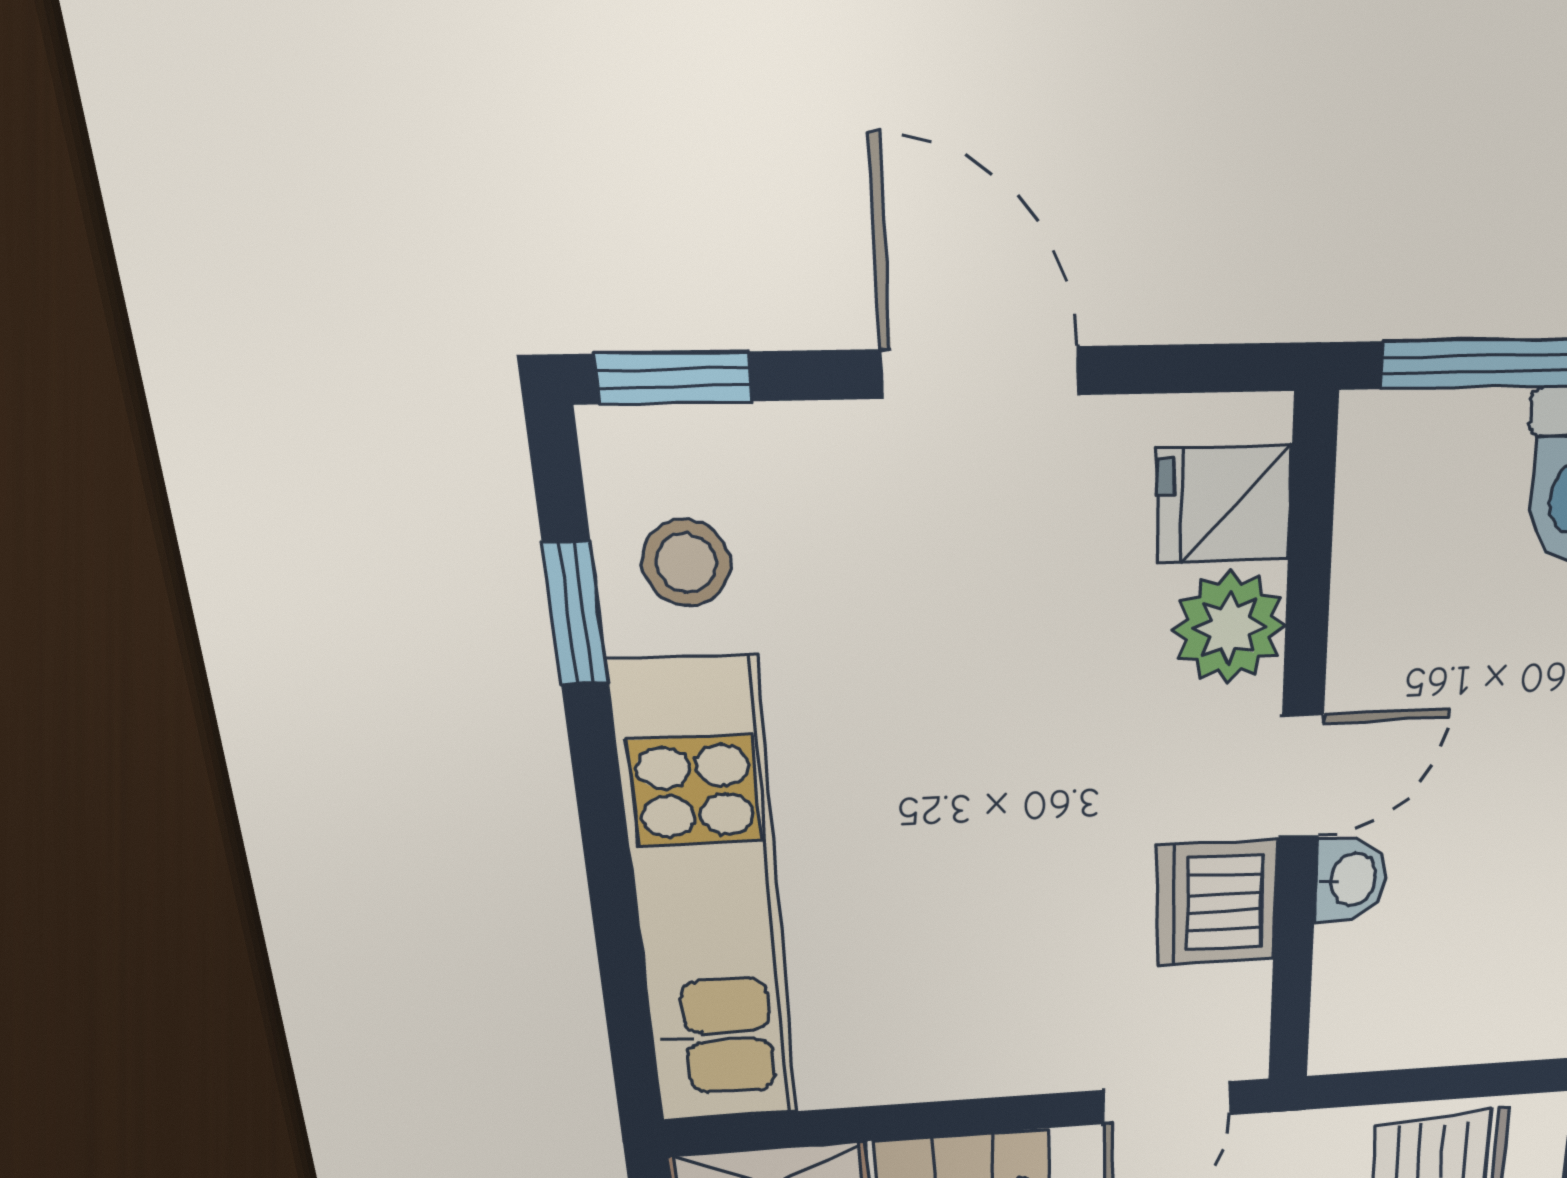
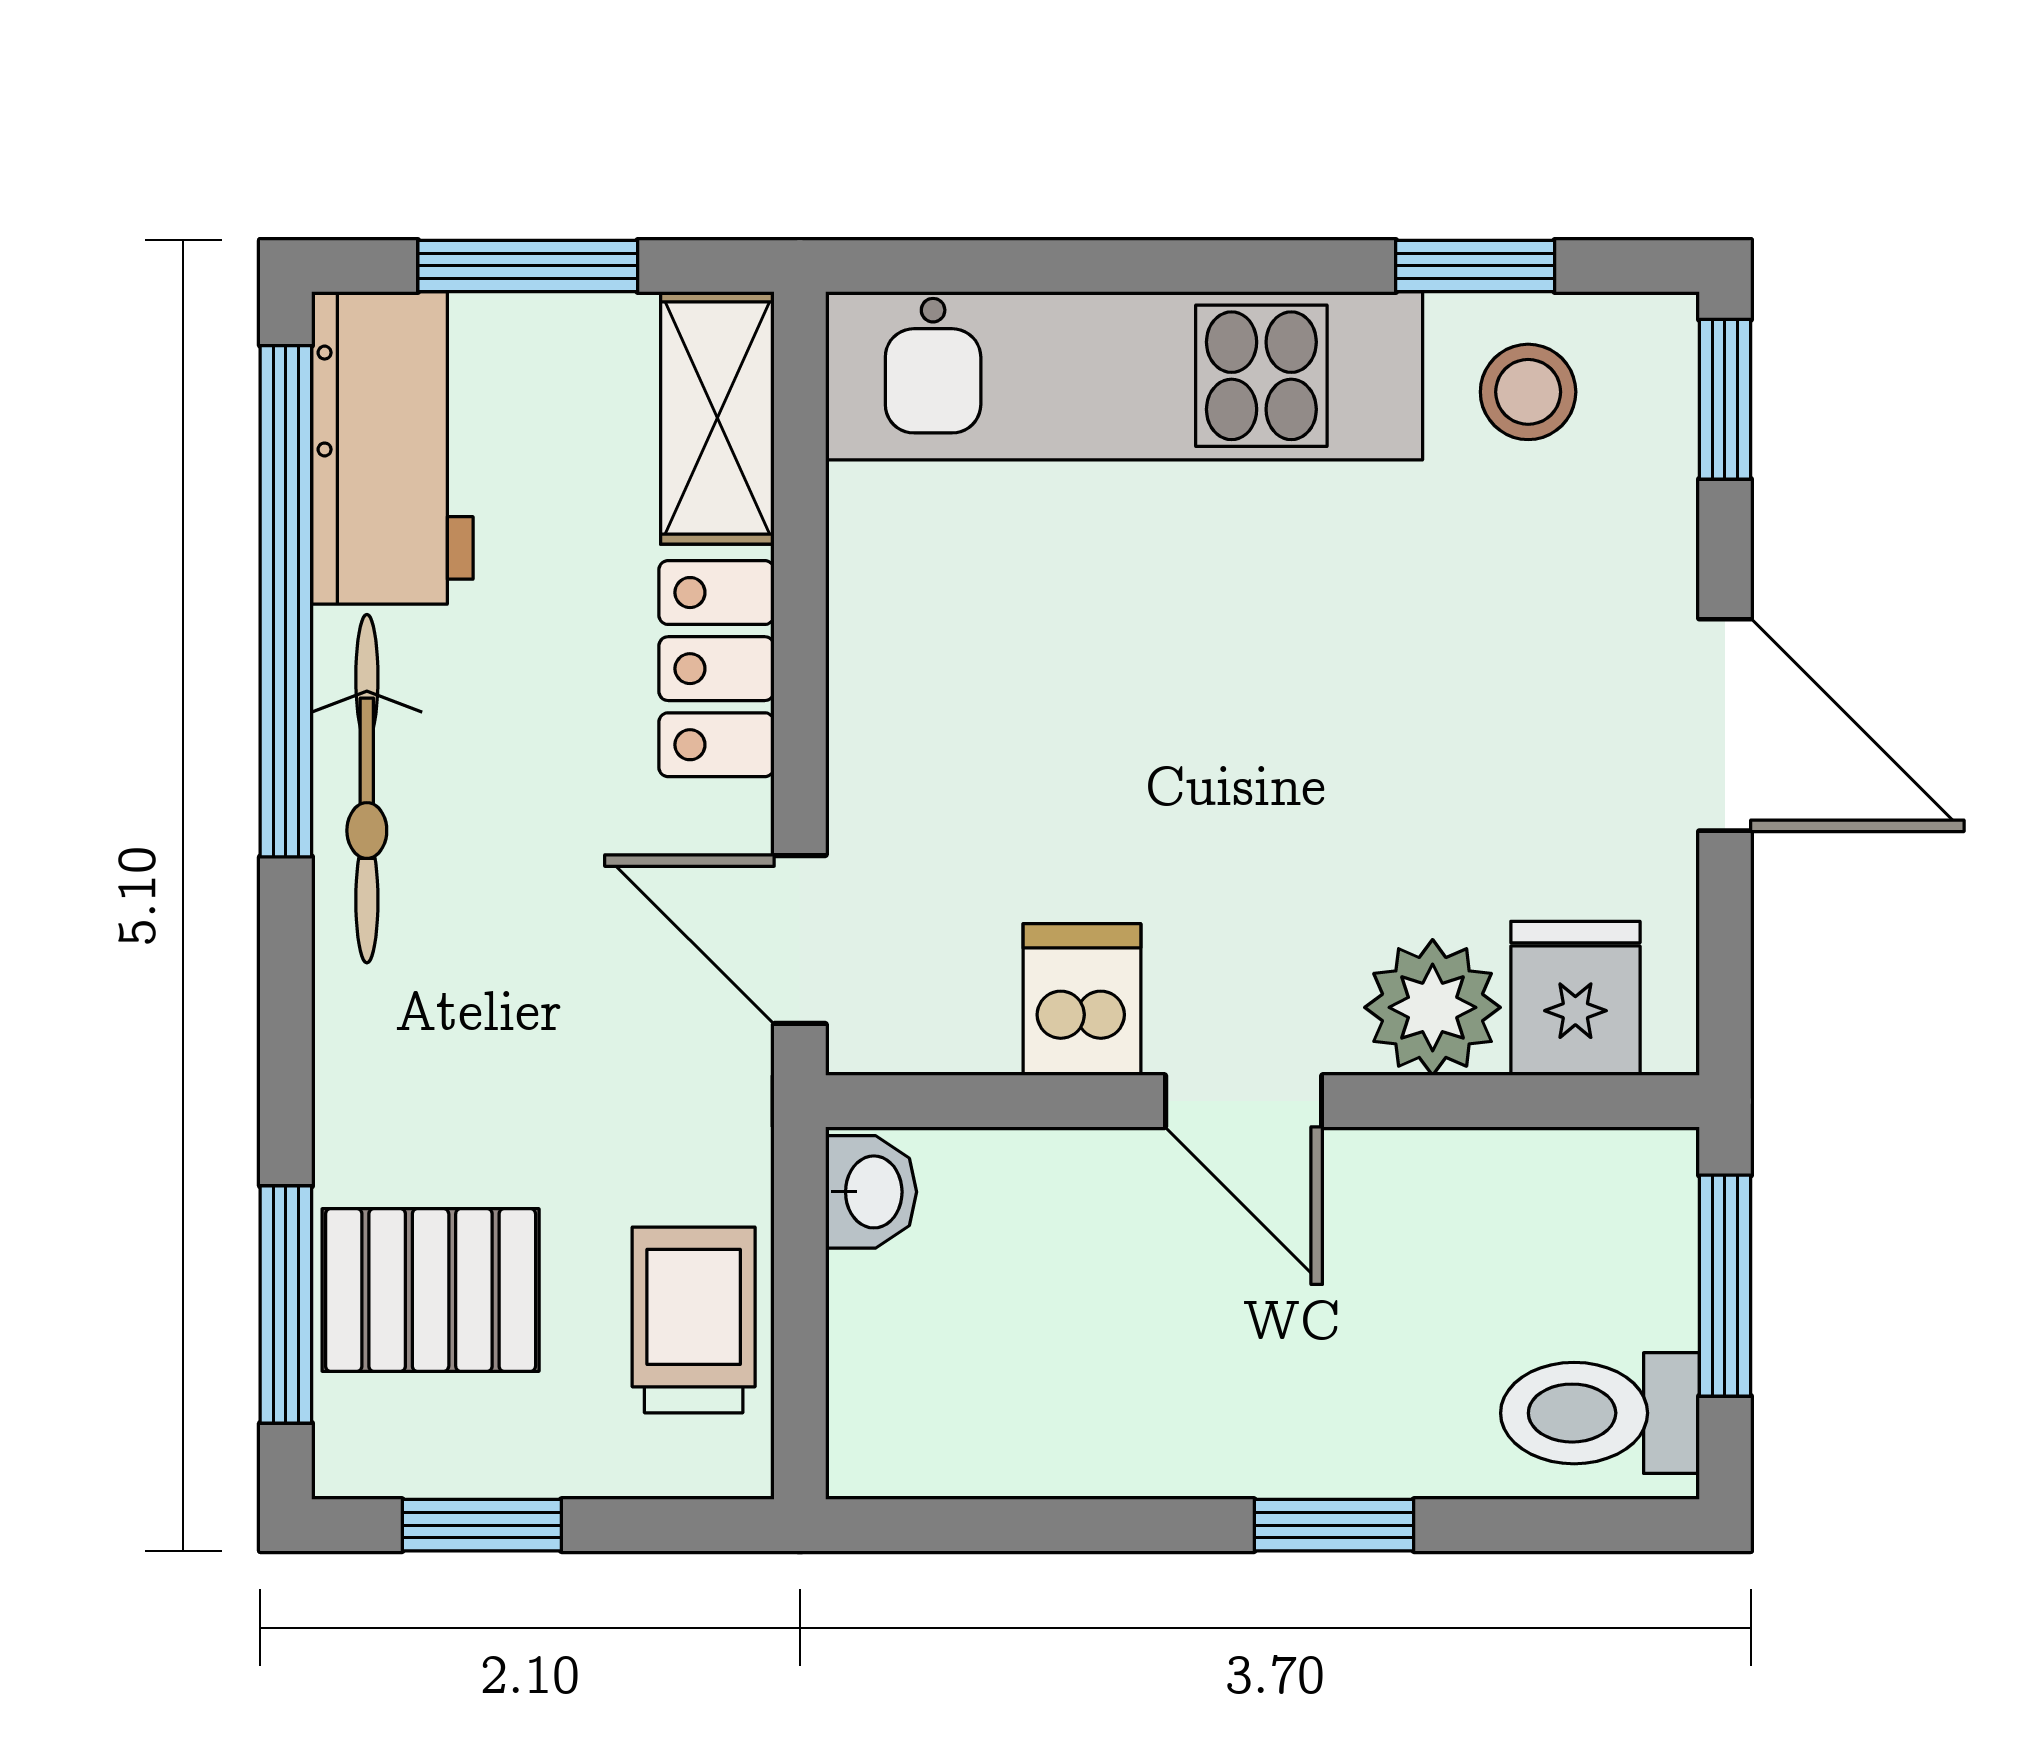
door: (980, 372) -> (1725, 725), hinge flipped
washbasin: (1351, 880) -> (871, 1192), moved, turned -90
dishwasher: (1216, 903) -> (1082, 1000), width x0.73

